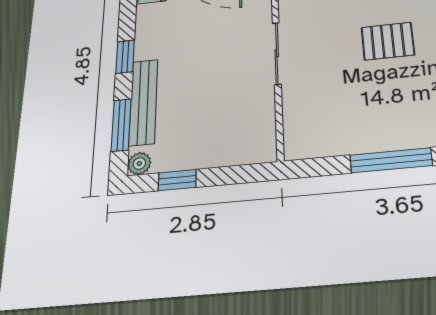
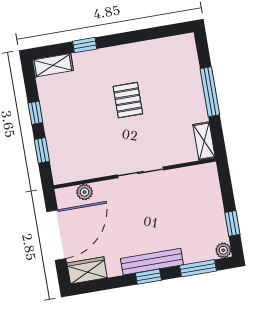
bench: (143, 102) -> (152, 262), moved
shelving: (312, 146) -> (204, 141), added

